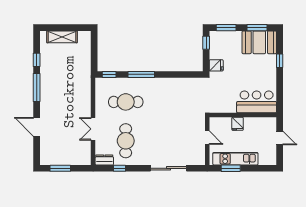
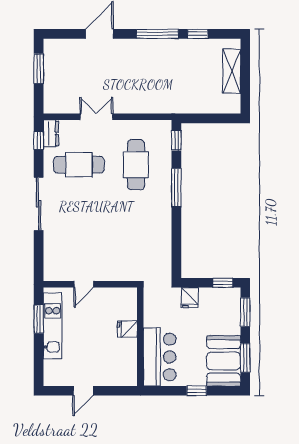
bar counter: (257, 102) -> (160, 357), moved
wall: (243, 115) -> (140, 337), moved
fridge: (238, 124) -> (127, 329), moved
window: (119, 168) -> (39, 140), moved
sliding door: (168, 168) -> (39, 204), moved

